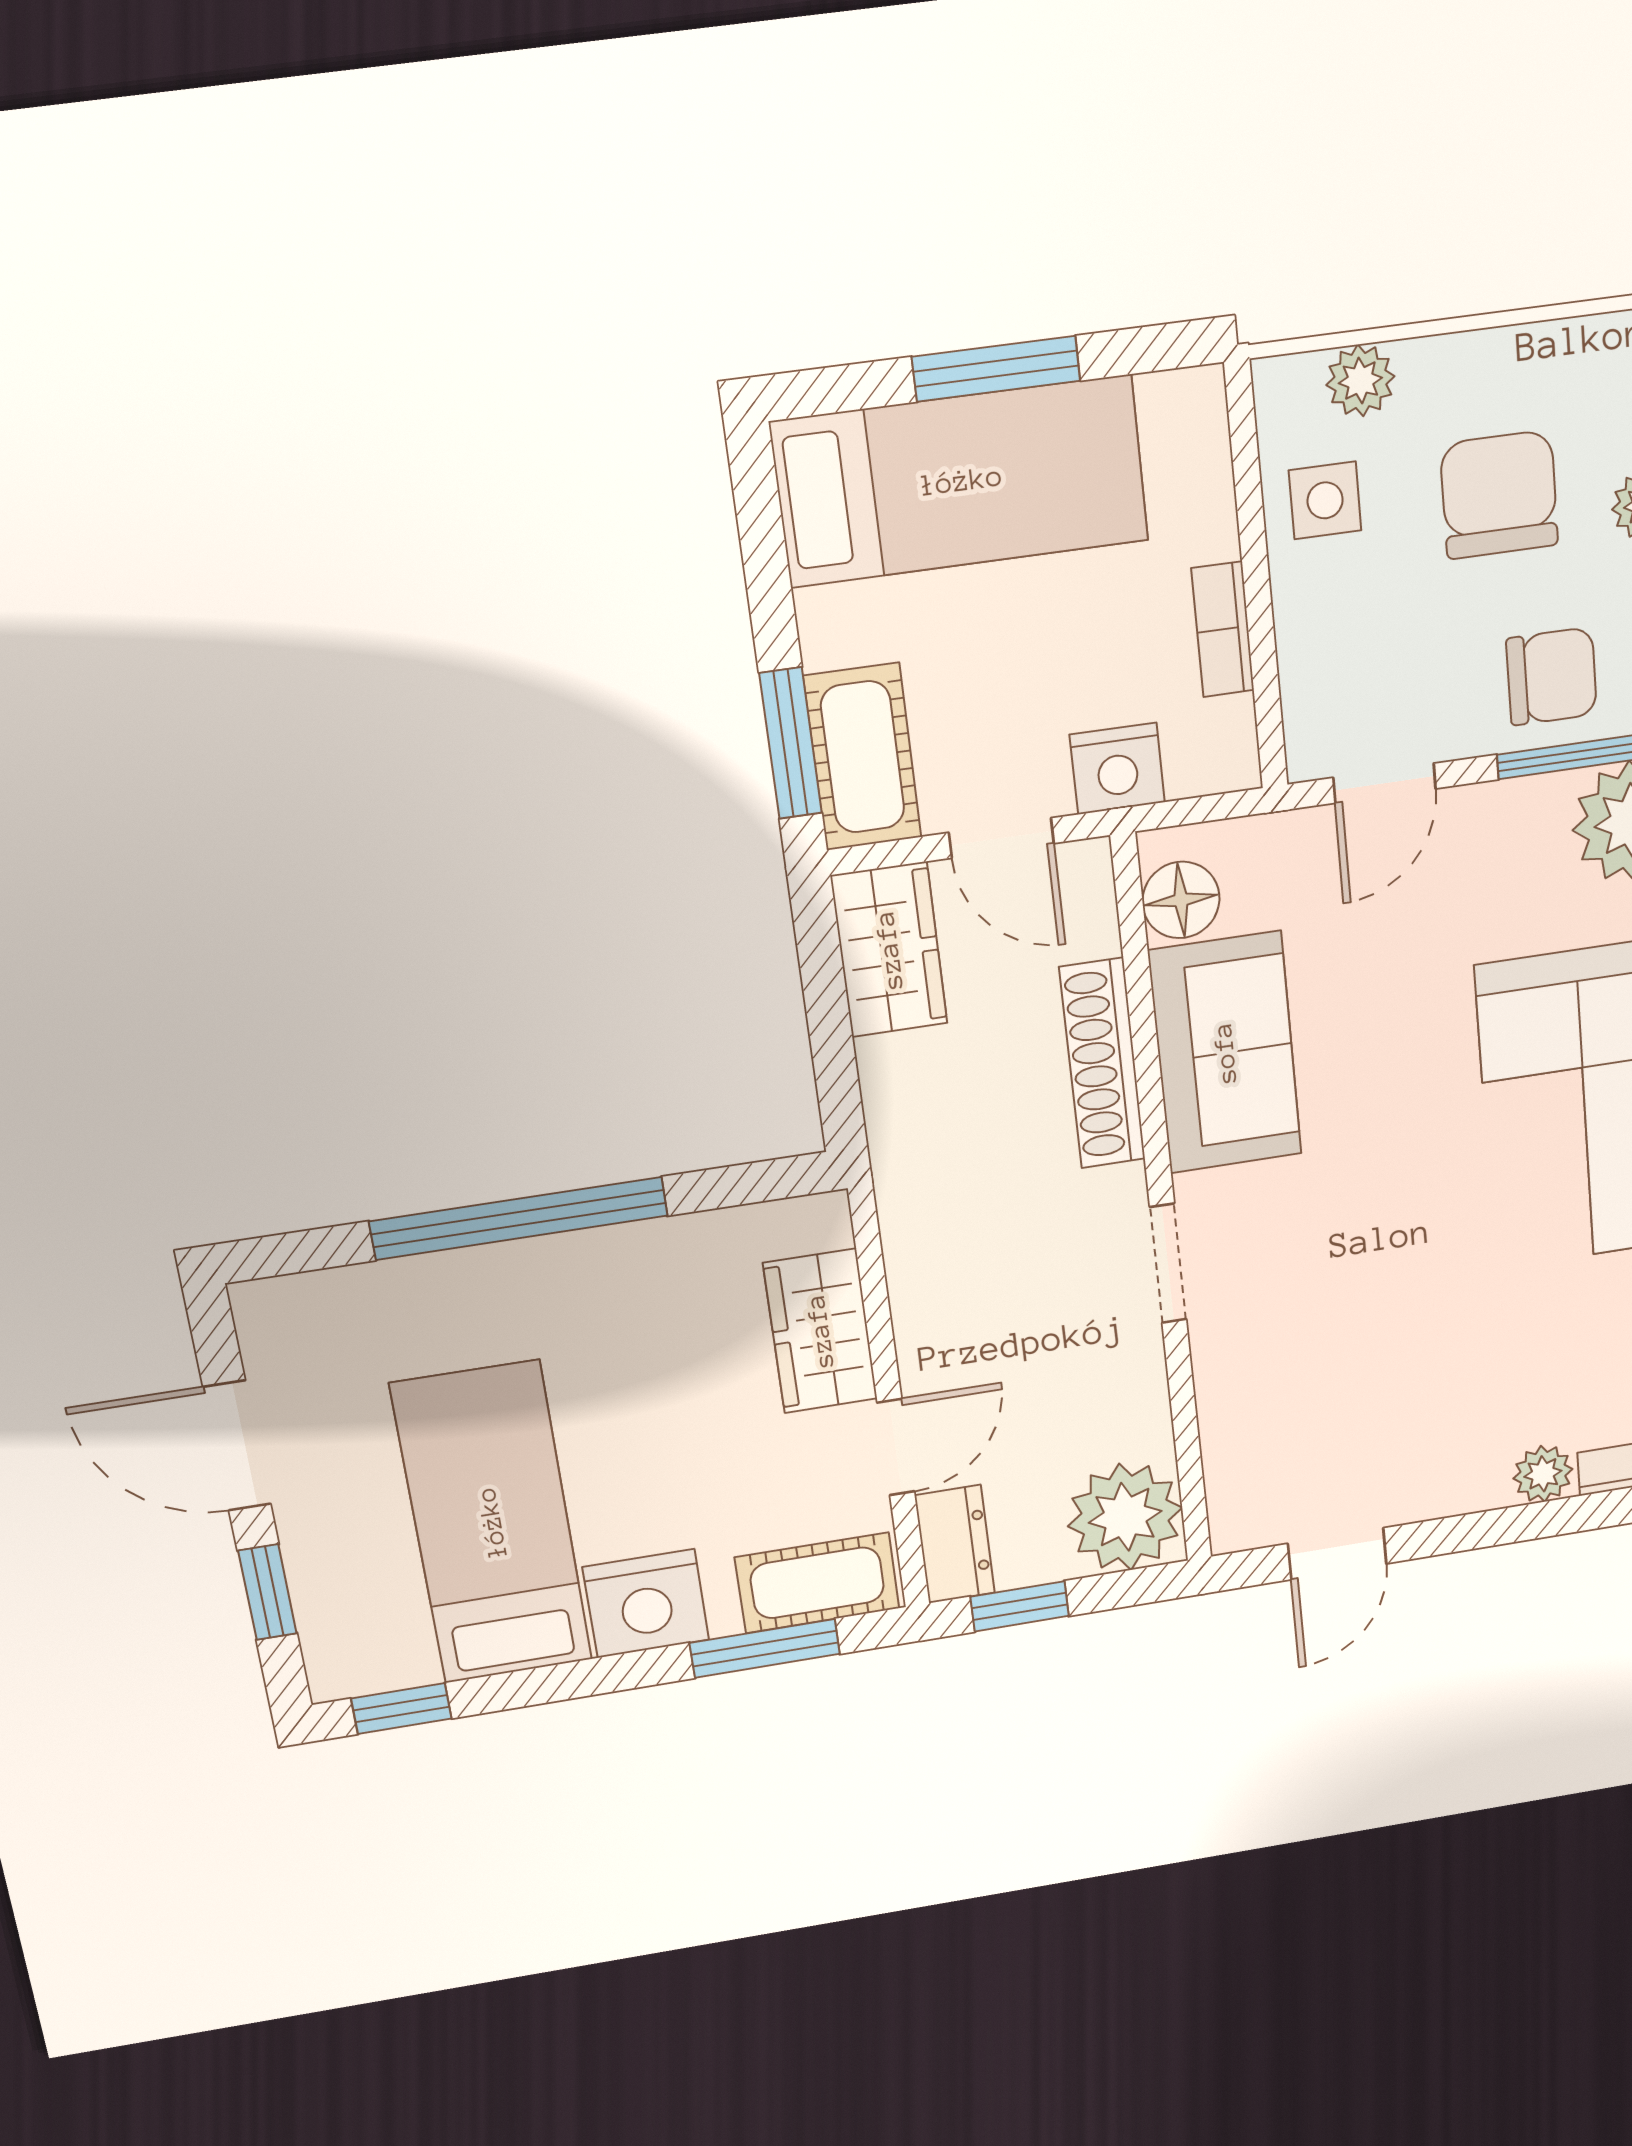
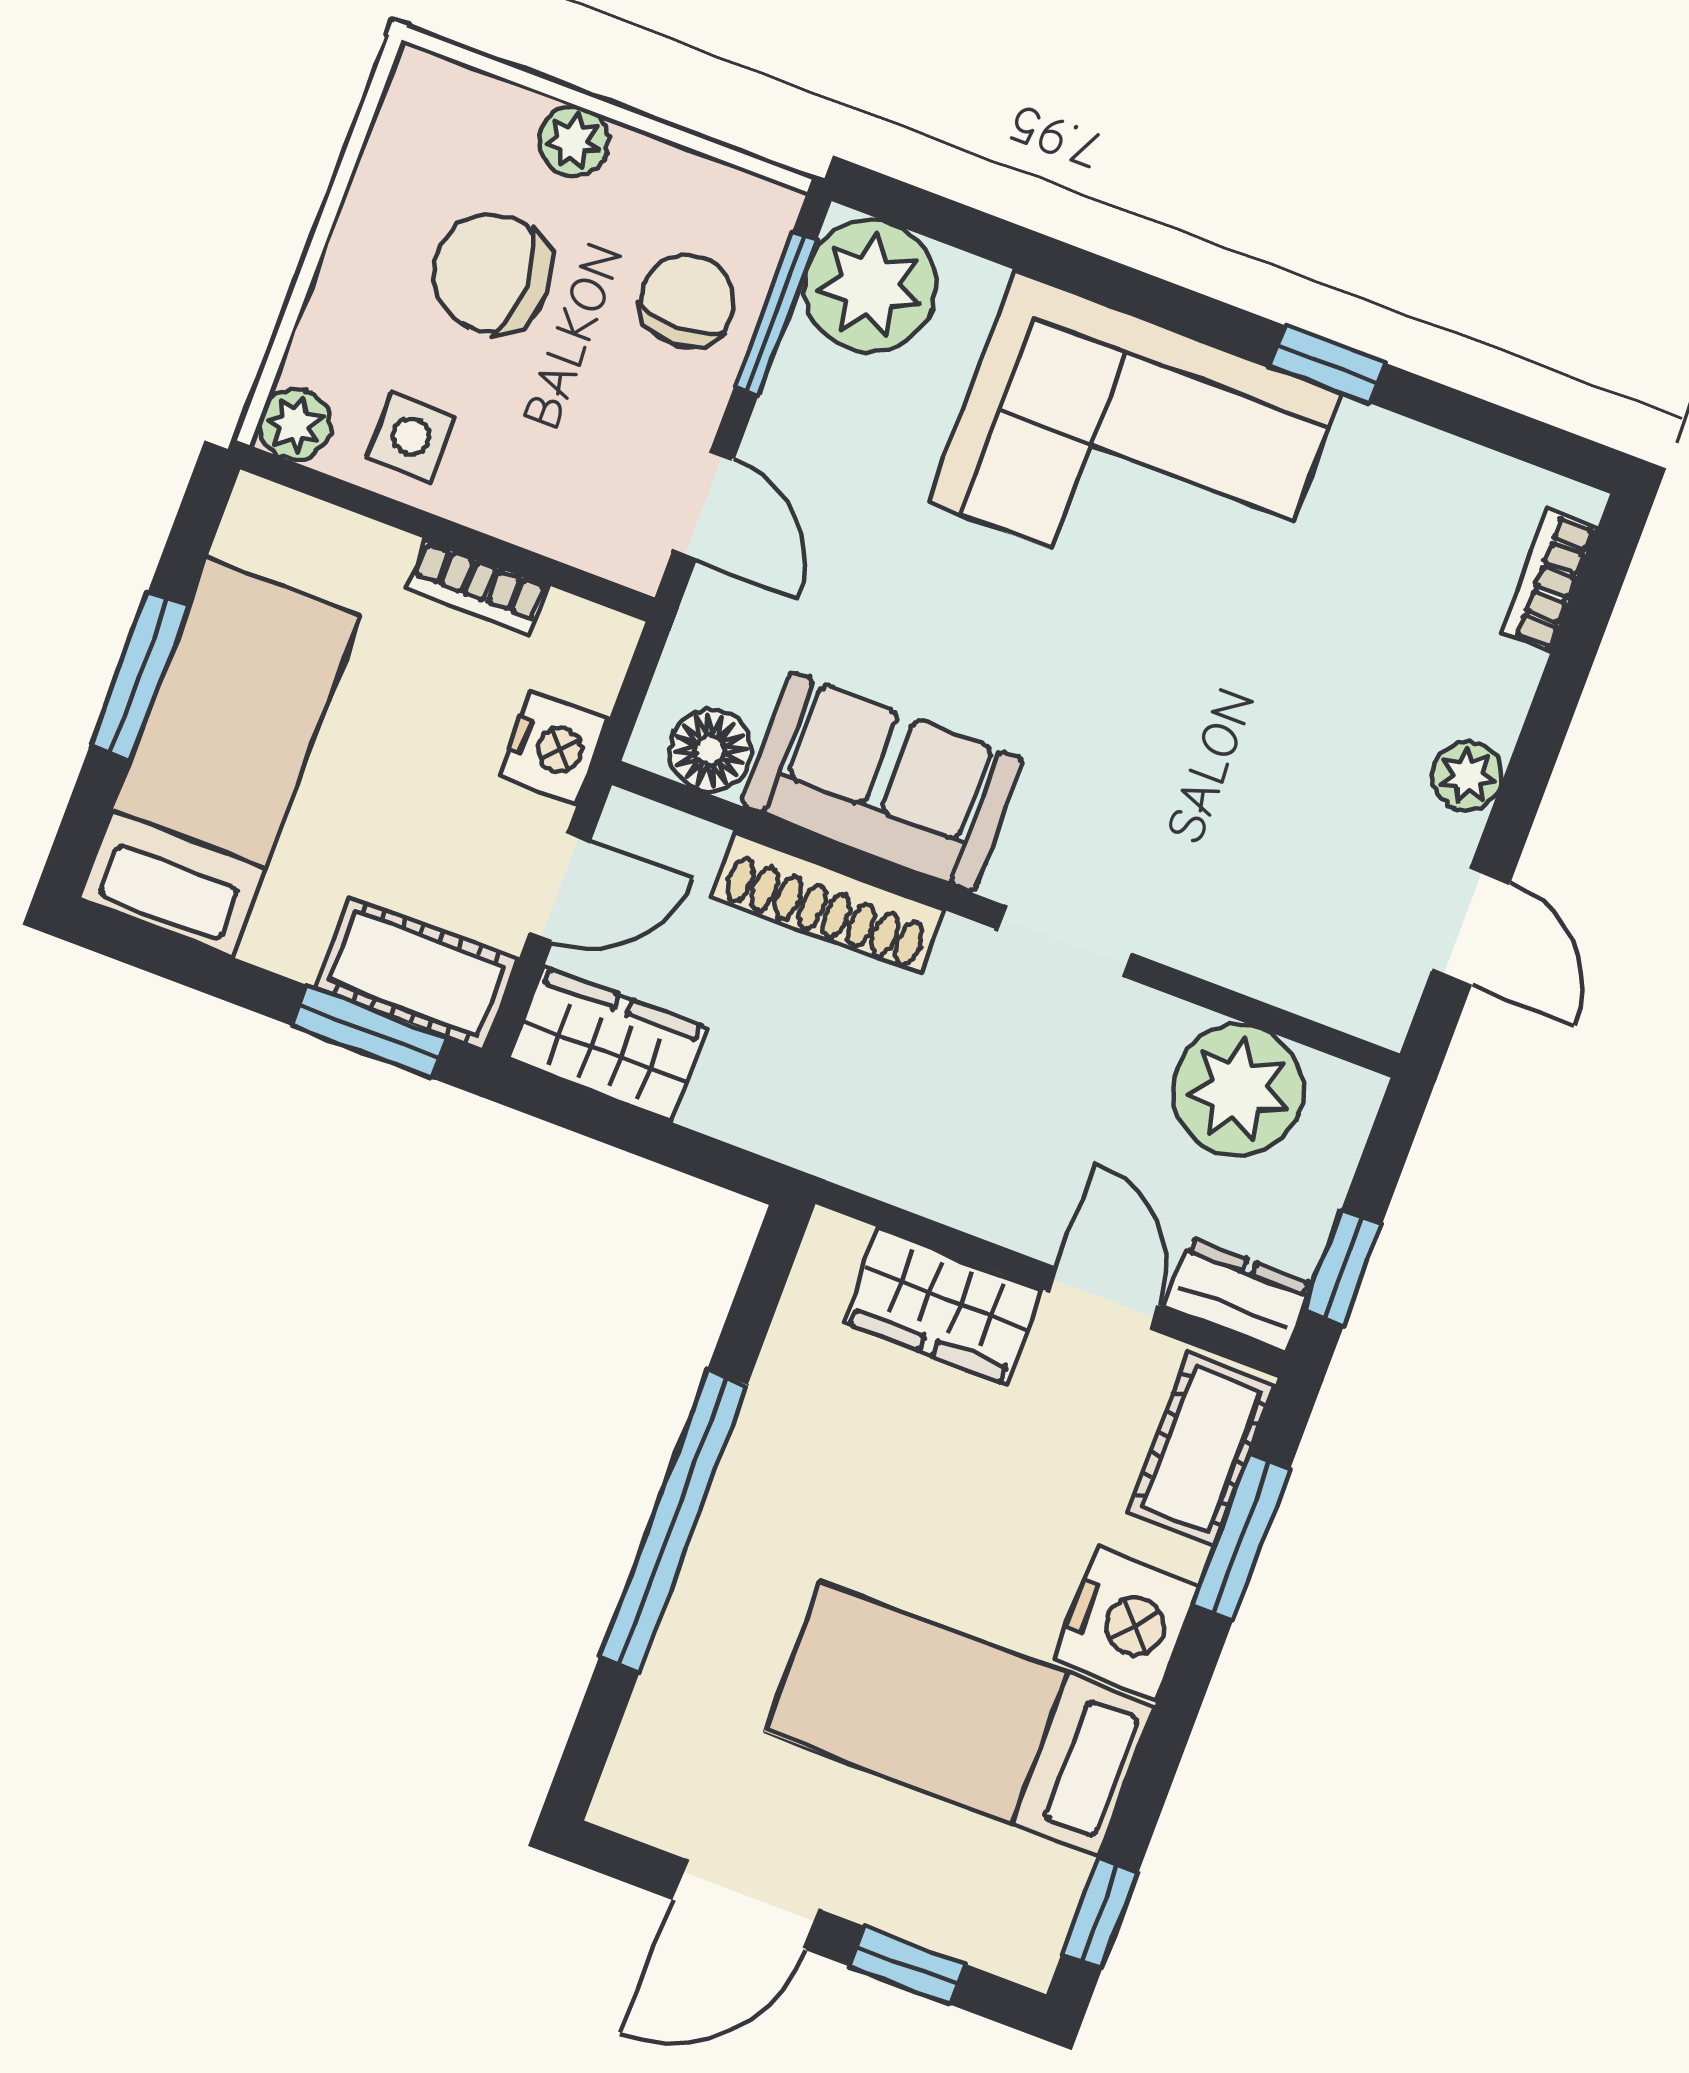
plant: (1360, 381) -> (295, 424), moved
plant: (1543, 1474) -> (1467, 776), moved
plant: (1125, 1517) -> (1238, 1090), moved

